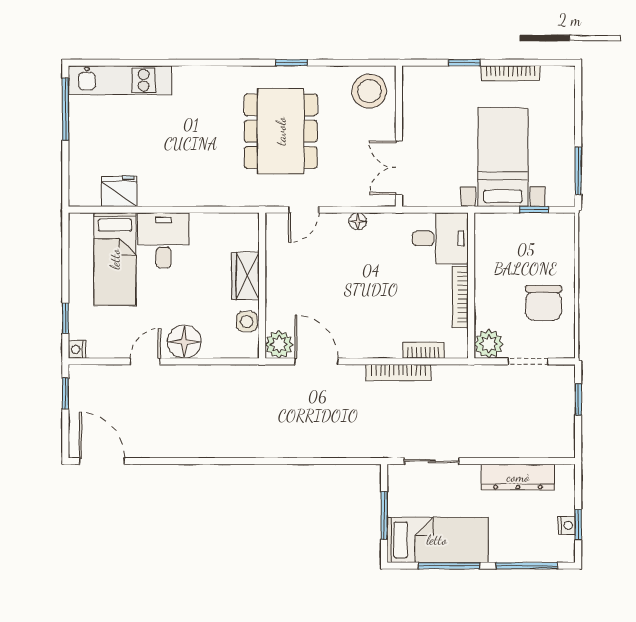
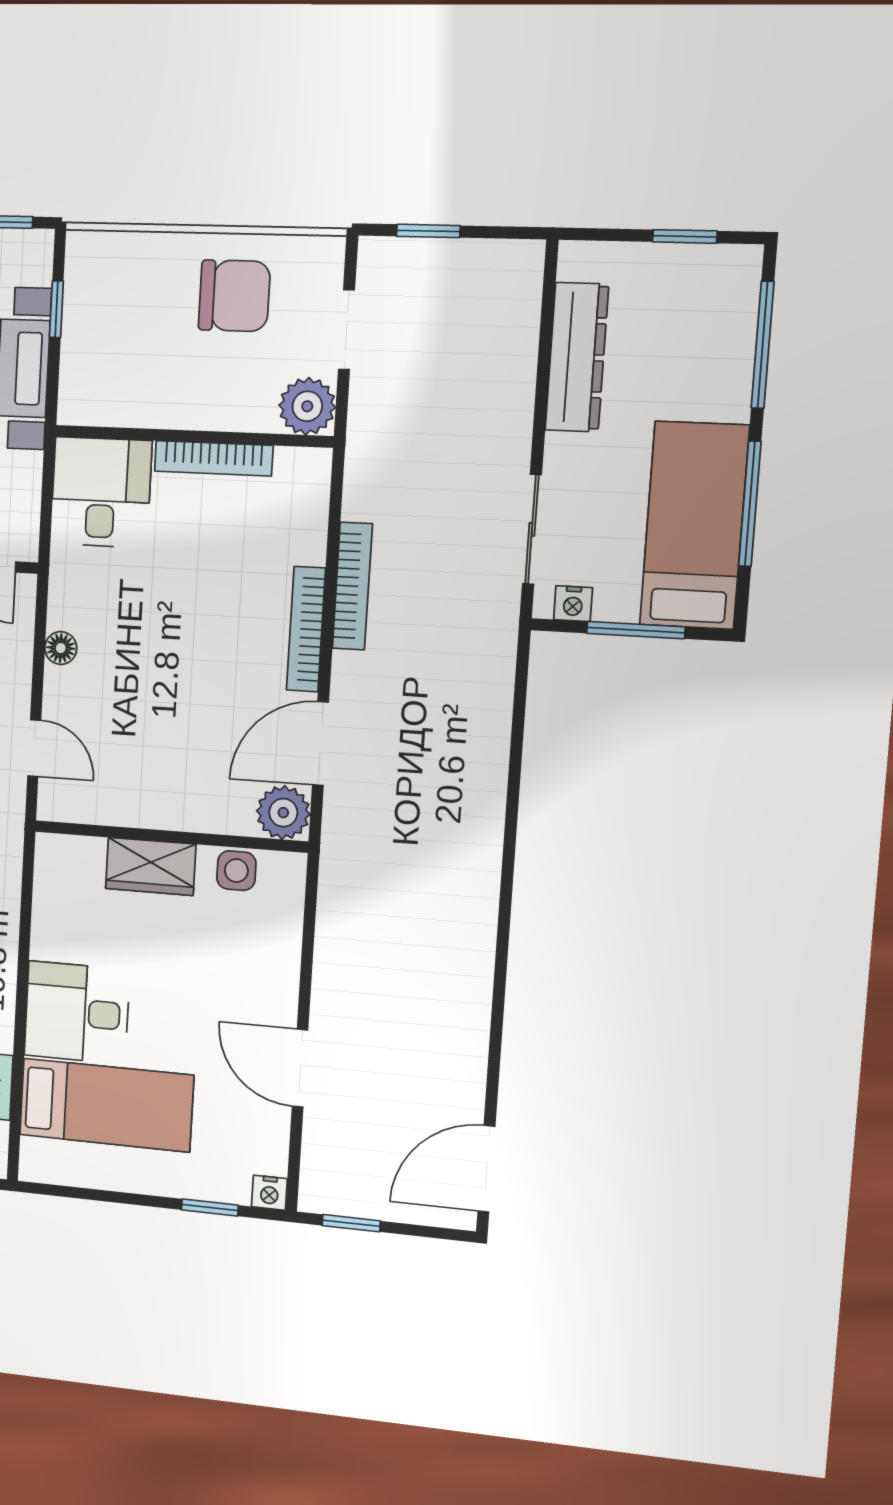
floor lamp: (184, 342) -> (267, 992), removed
bookcase: (423, 350) -> (306, 629), moved, width x1.56
door: (145, 361) -> (300, 1068), width x1.38
nightstand: (567, 525) -> (573, 604), moved, turned 180

